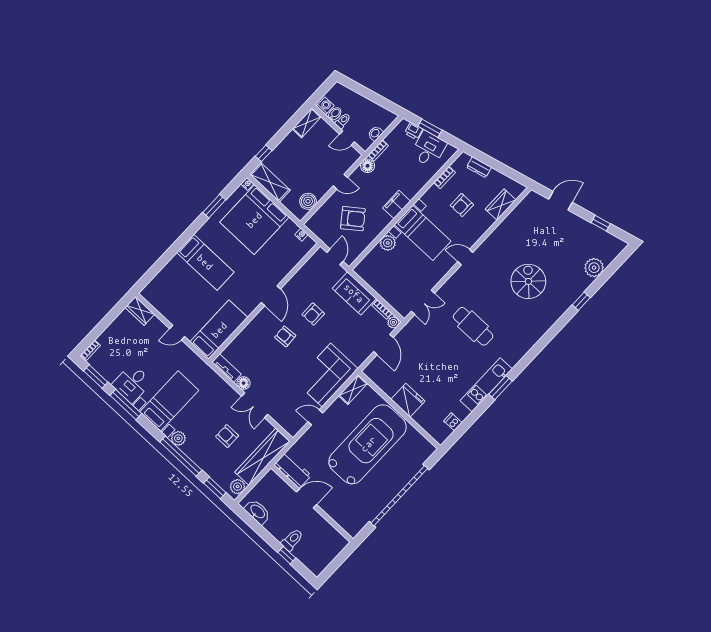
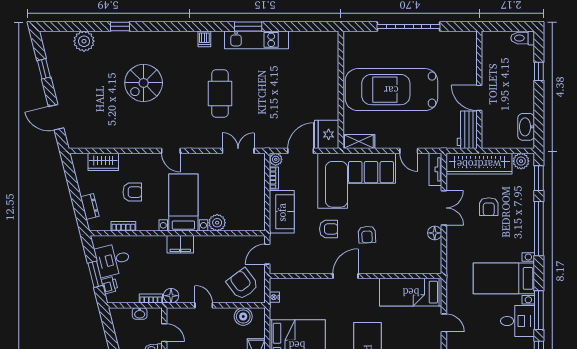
armchair: (353, 219) -> (242, 284), moved
tv unit: (227, 368) -> (435, 169), moved
corner sofa: (326, 375) -> (357, 181), width x1.36, depth x1.36
fridge: (408, 400) -> (327, 134), moved
dishwasher: (453, 422) -> (204, 39), moved
plant: (178, 438) -> (527, 244), removed
garage door: (399, 496) -> (409, 26), width x0.73
toilet: (292, 540) -> (523, 38), moved

